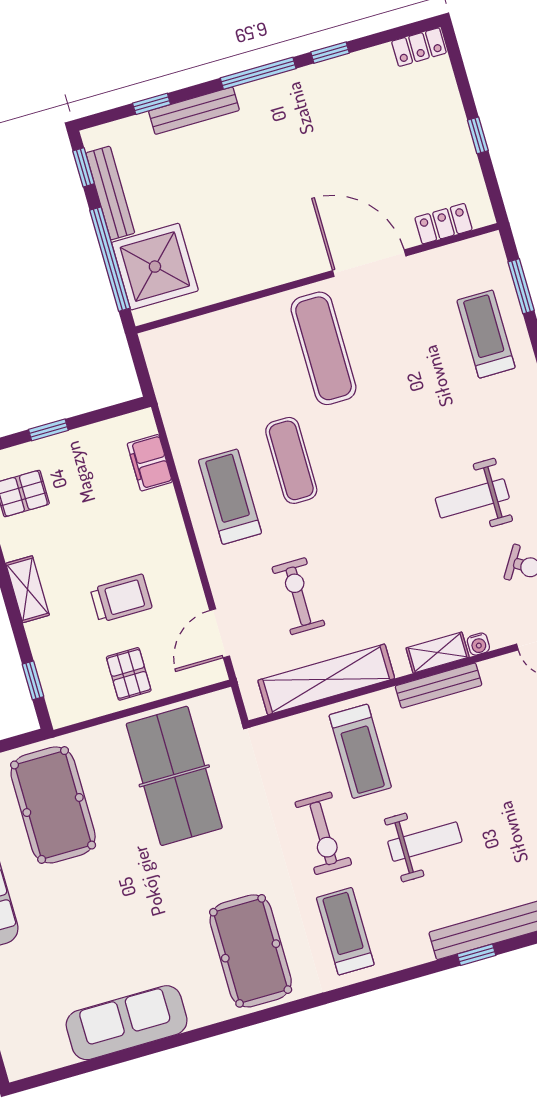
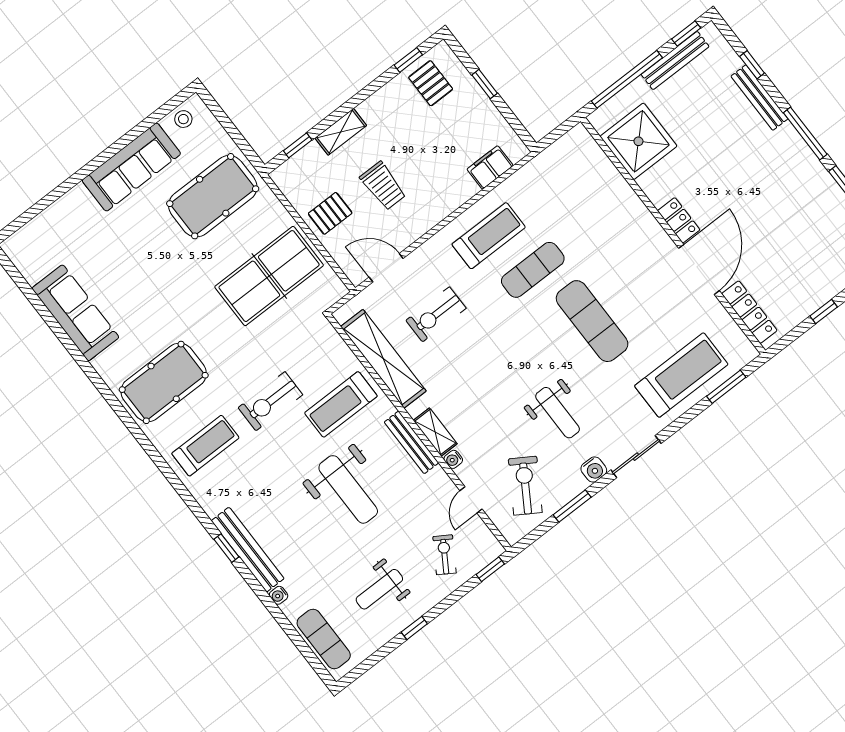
locker: (443, 224) -> (749, 312), width x1.53
locker: (301, 264) -> (679, 220), added
shower: (155, 267) -> (638, 141), moved
treadmill: (486, 334) -> (681, 375), width x1.37, depth x1.38
exercise mat: (324, 348) -> (592, 321), moved, turned 90
weight bench: (472, 498) -> (558, 413), turned 180
shelving: (28, 589) -> (341, 132), moved
exercise bike: (298, 596) -> (436, 314), turned 180
weight bench: (425, 842) -> (348, 489), moved, width x1.36, depth x1.33

